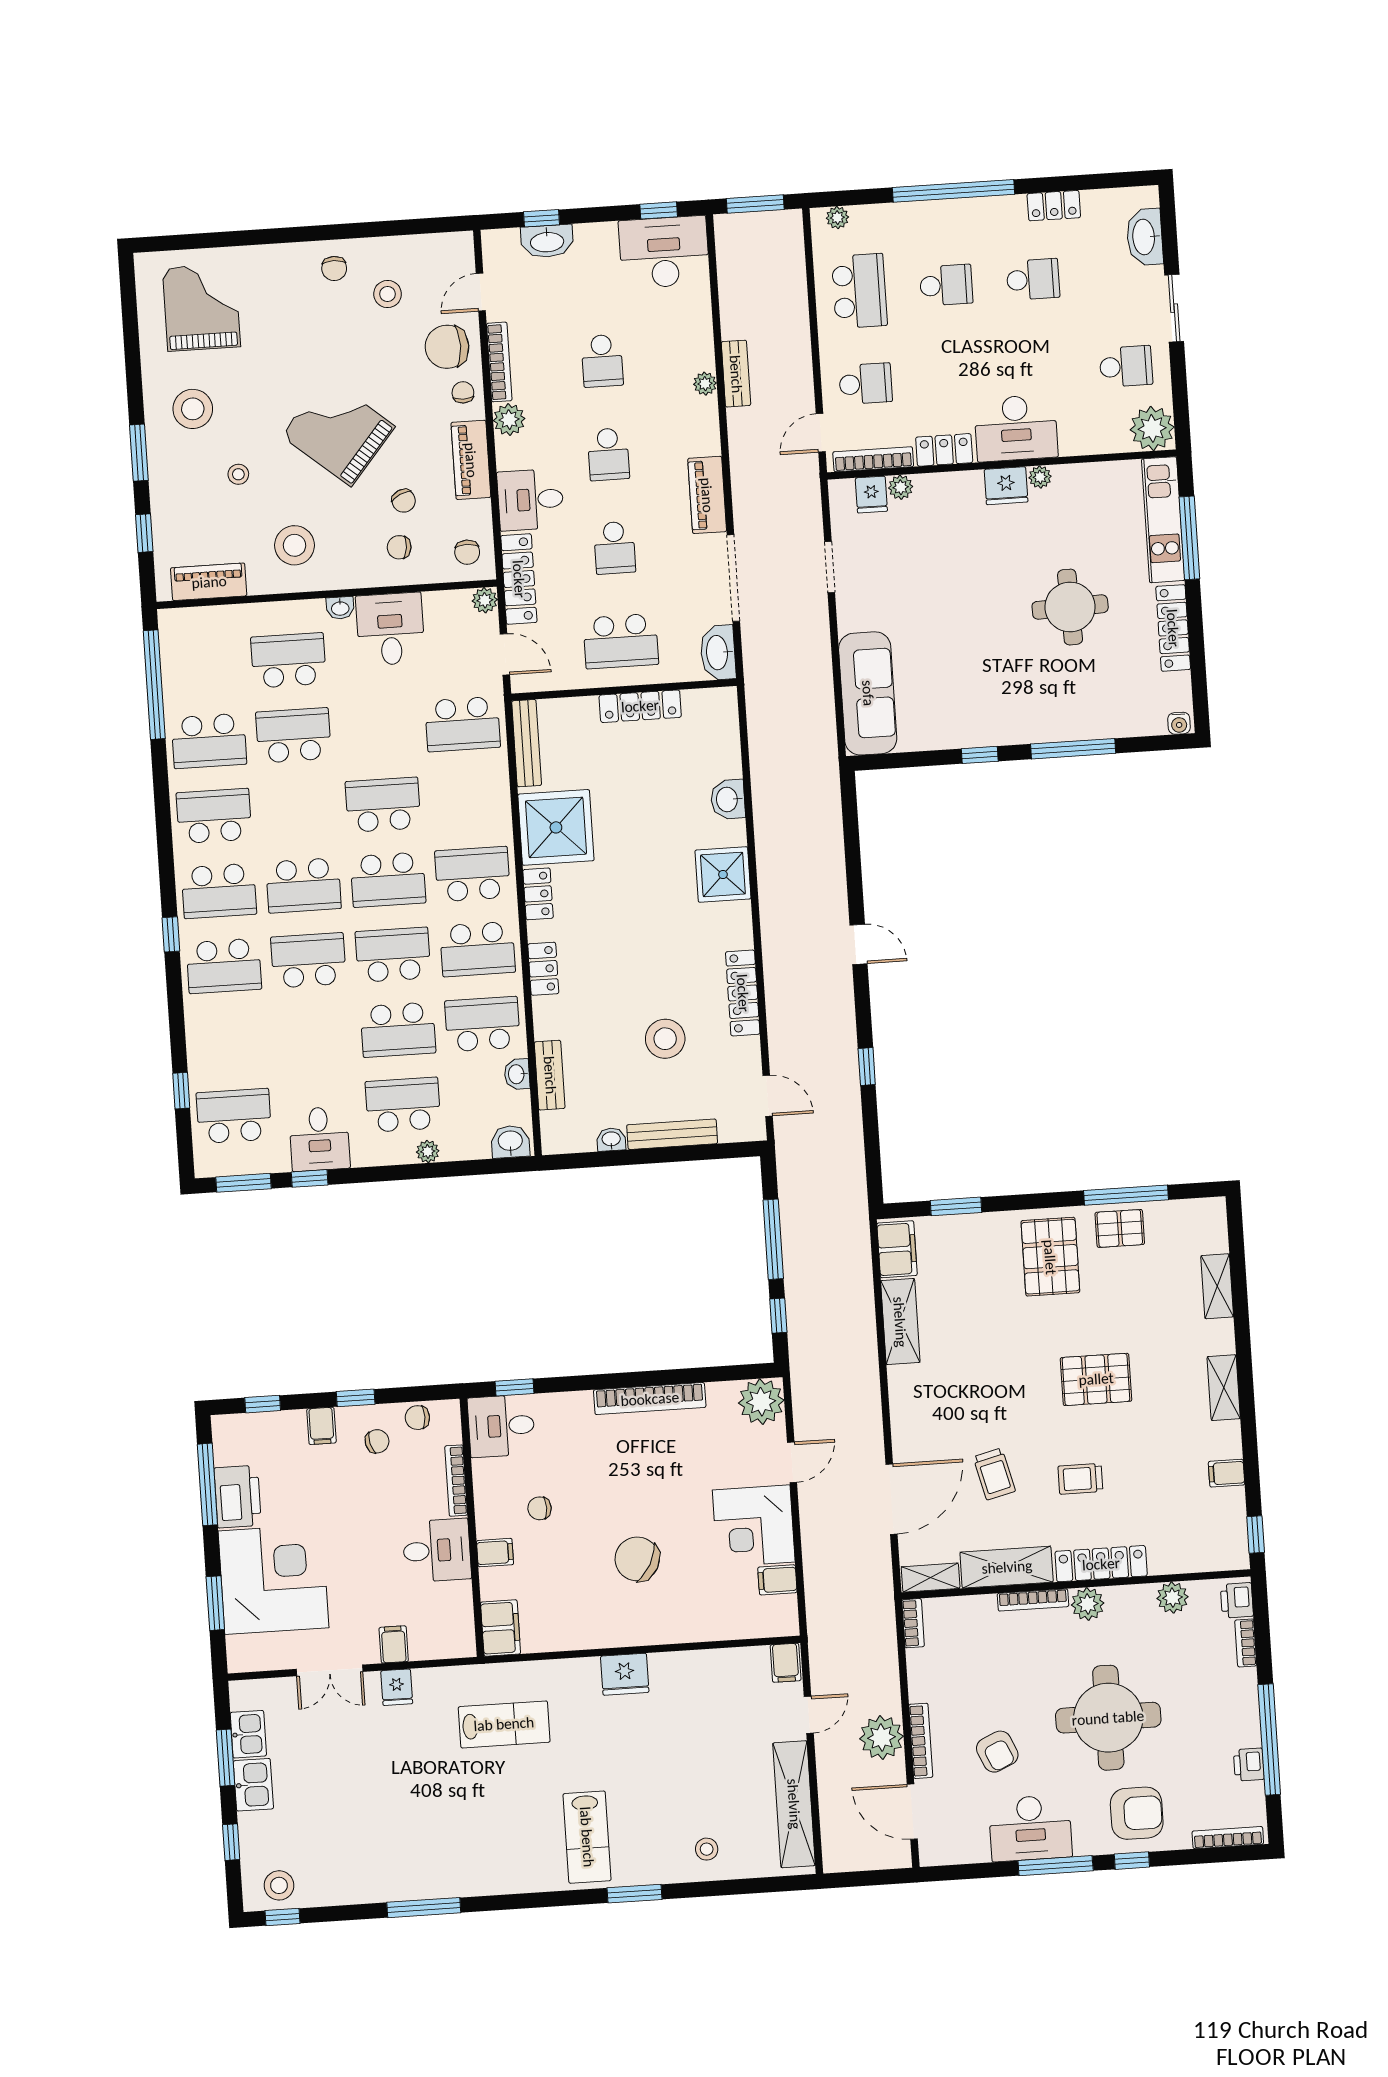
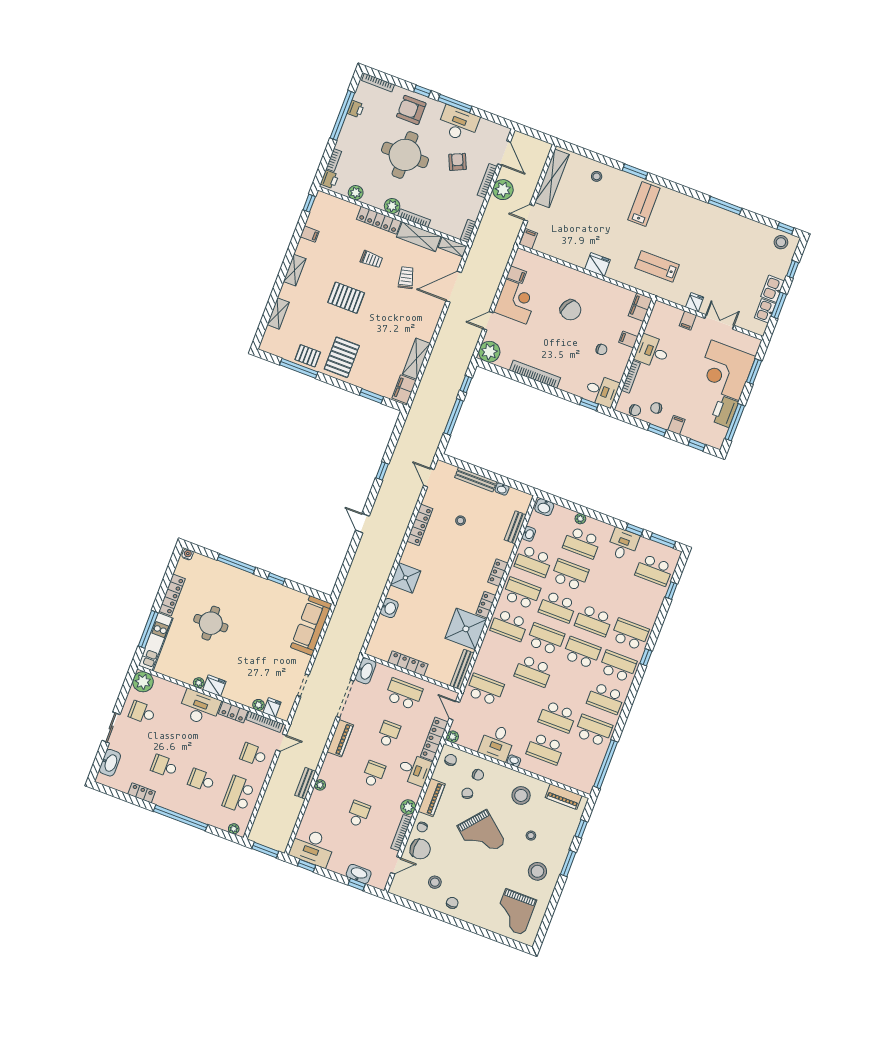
stool: (665, 1039) -> (461, 521), width x0.53, depth x0.53

